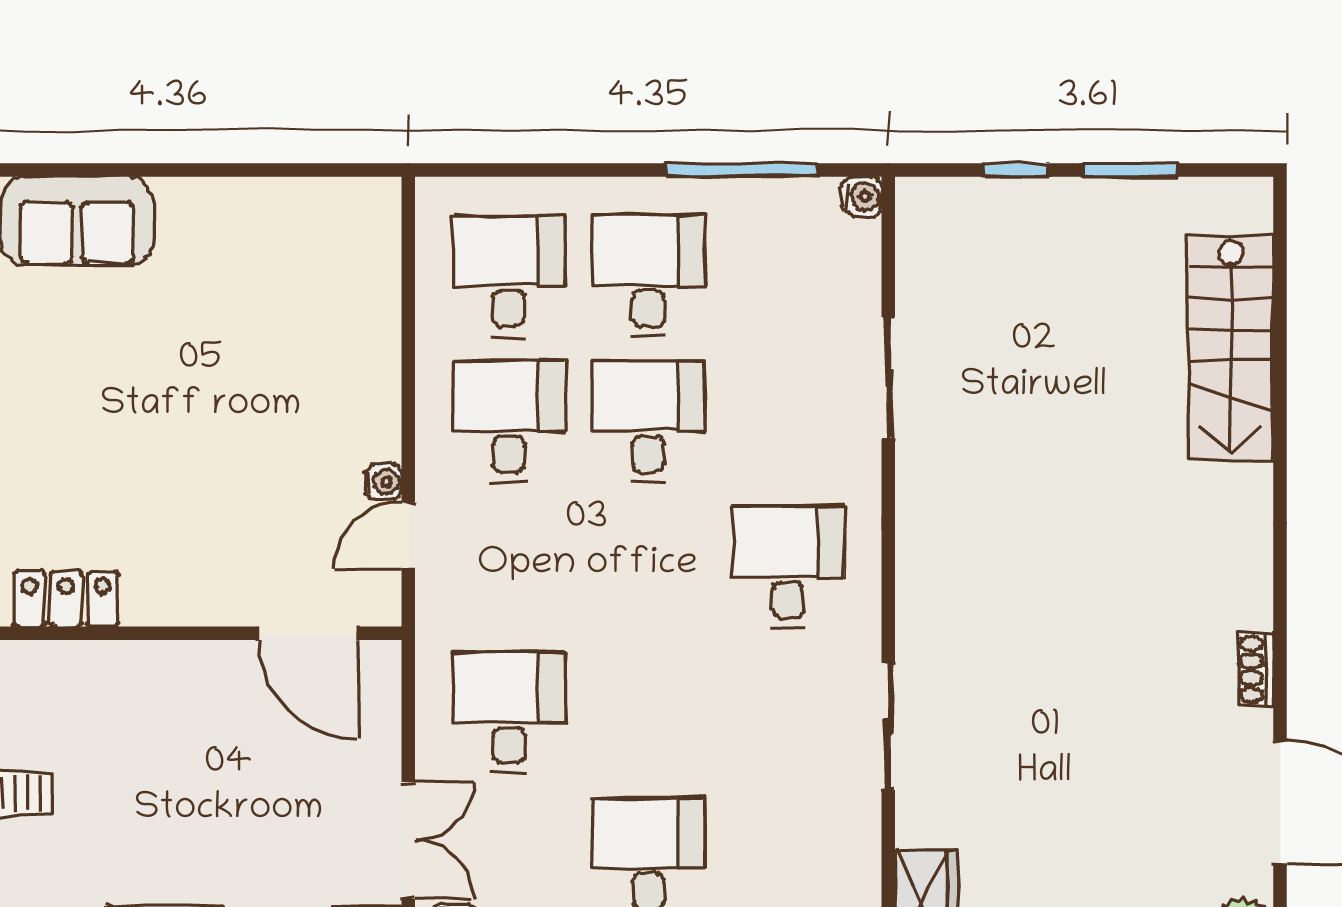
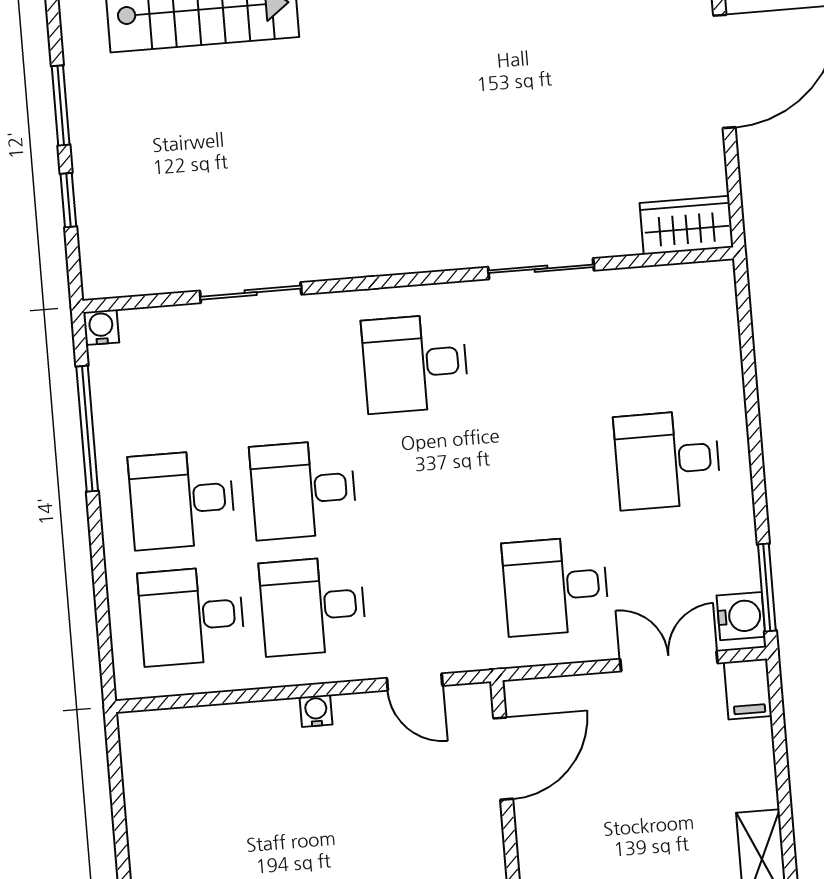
water cooler: (384, 482) -> (316, 711), moved

